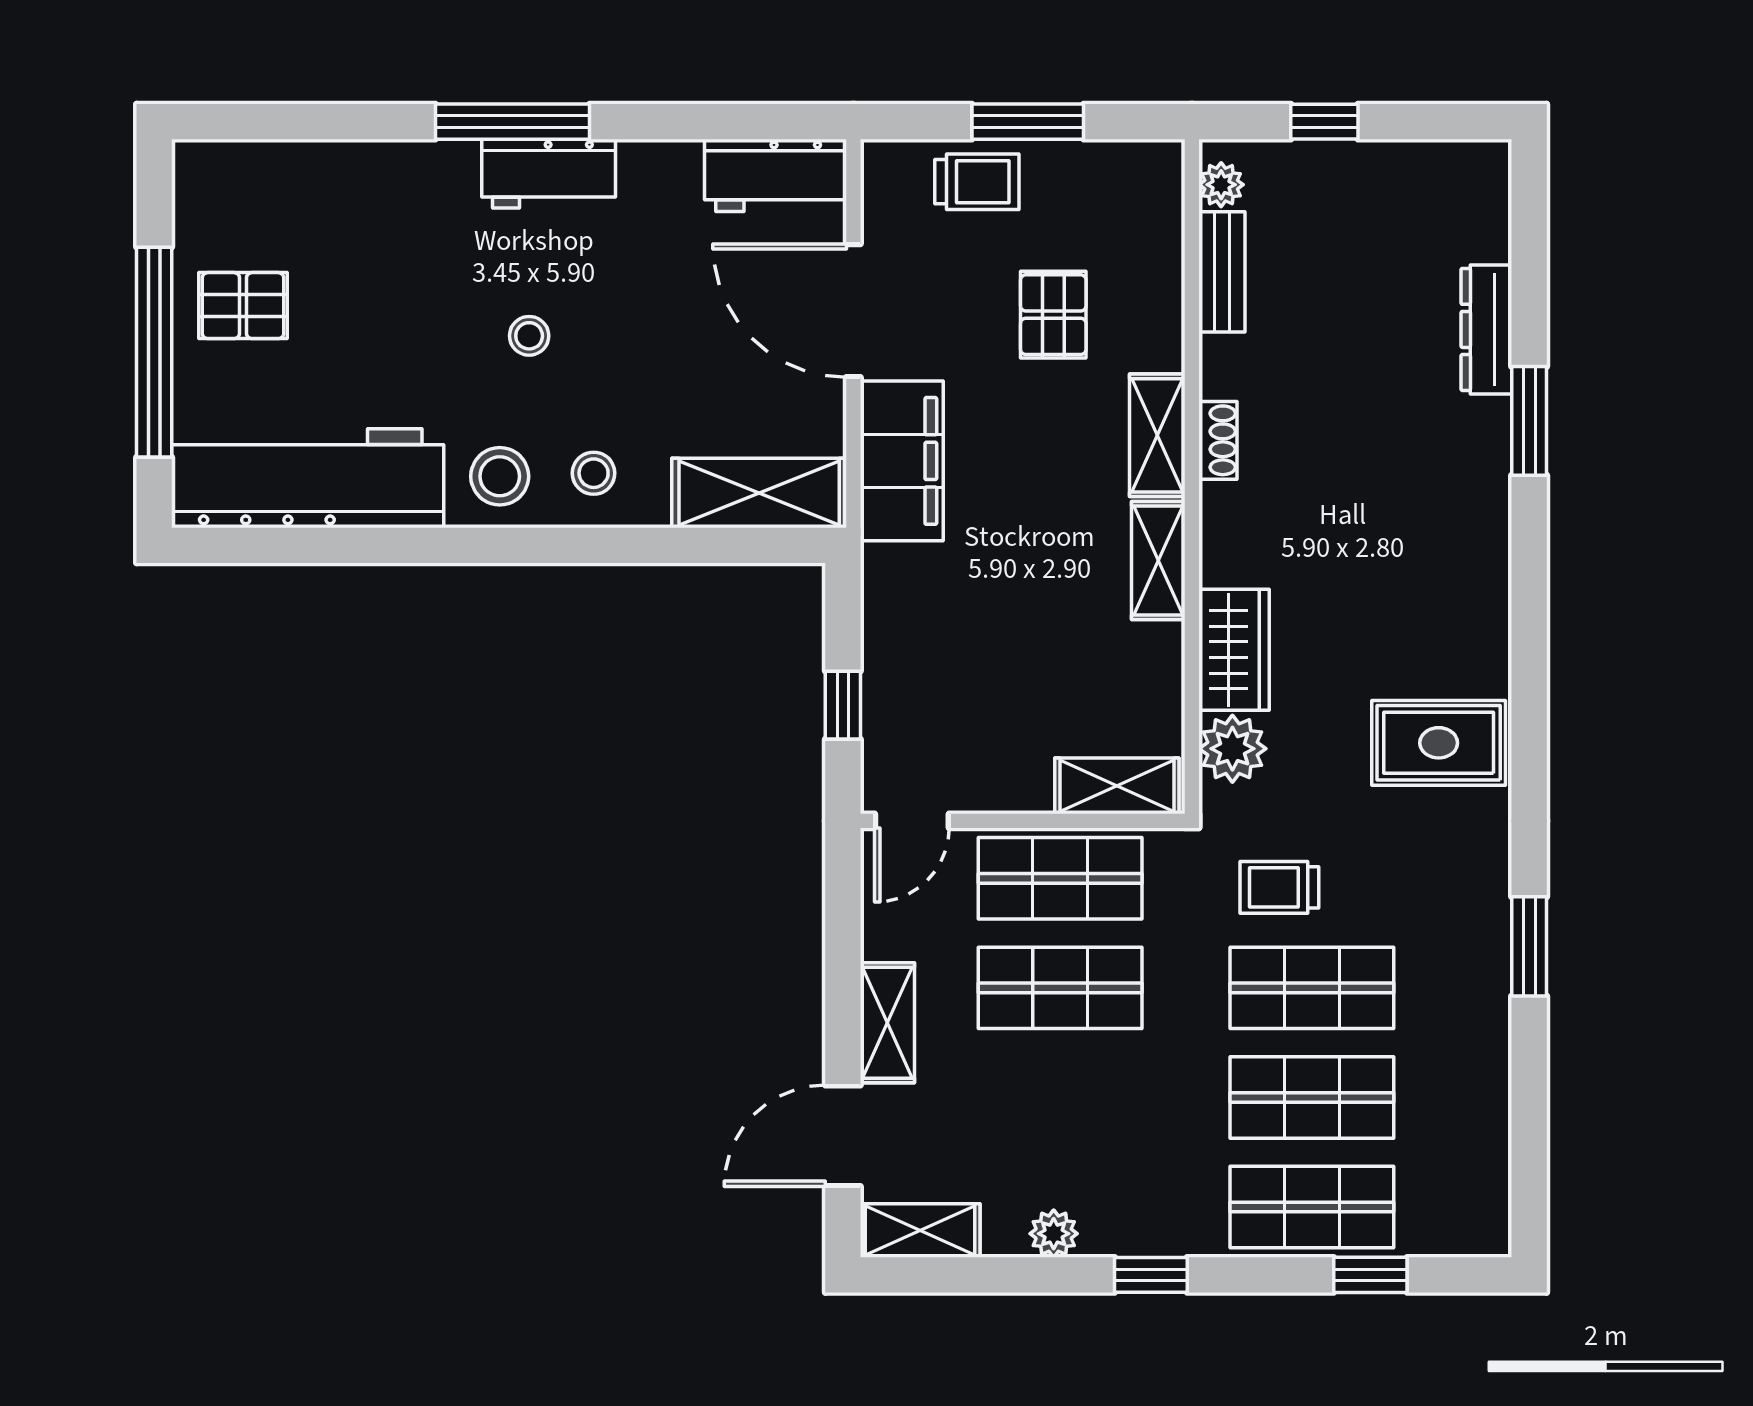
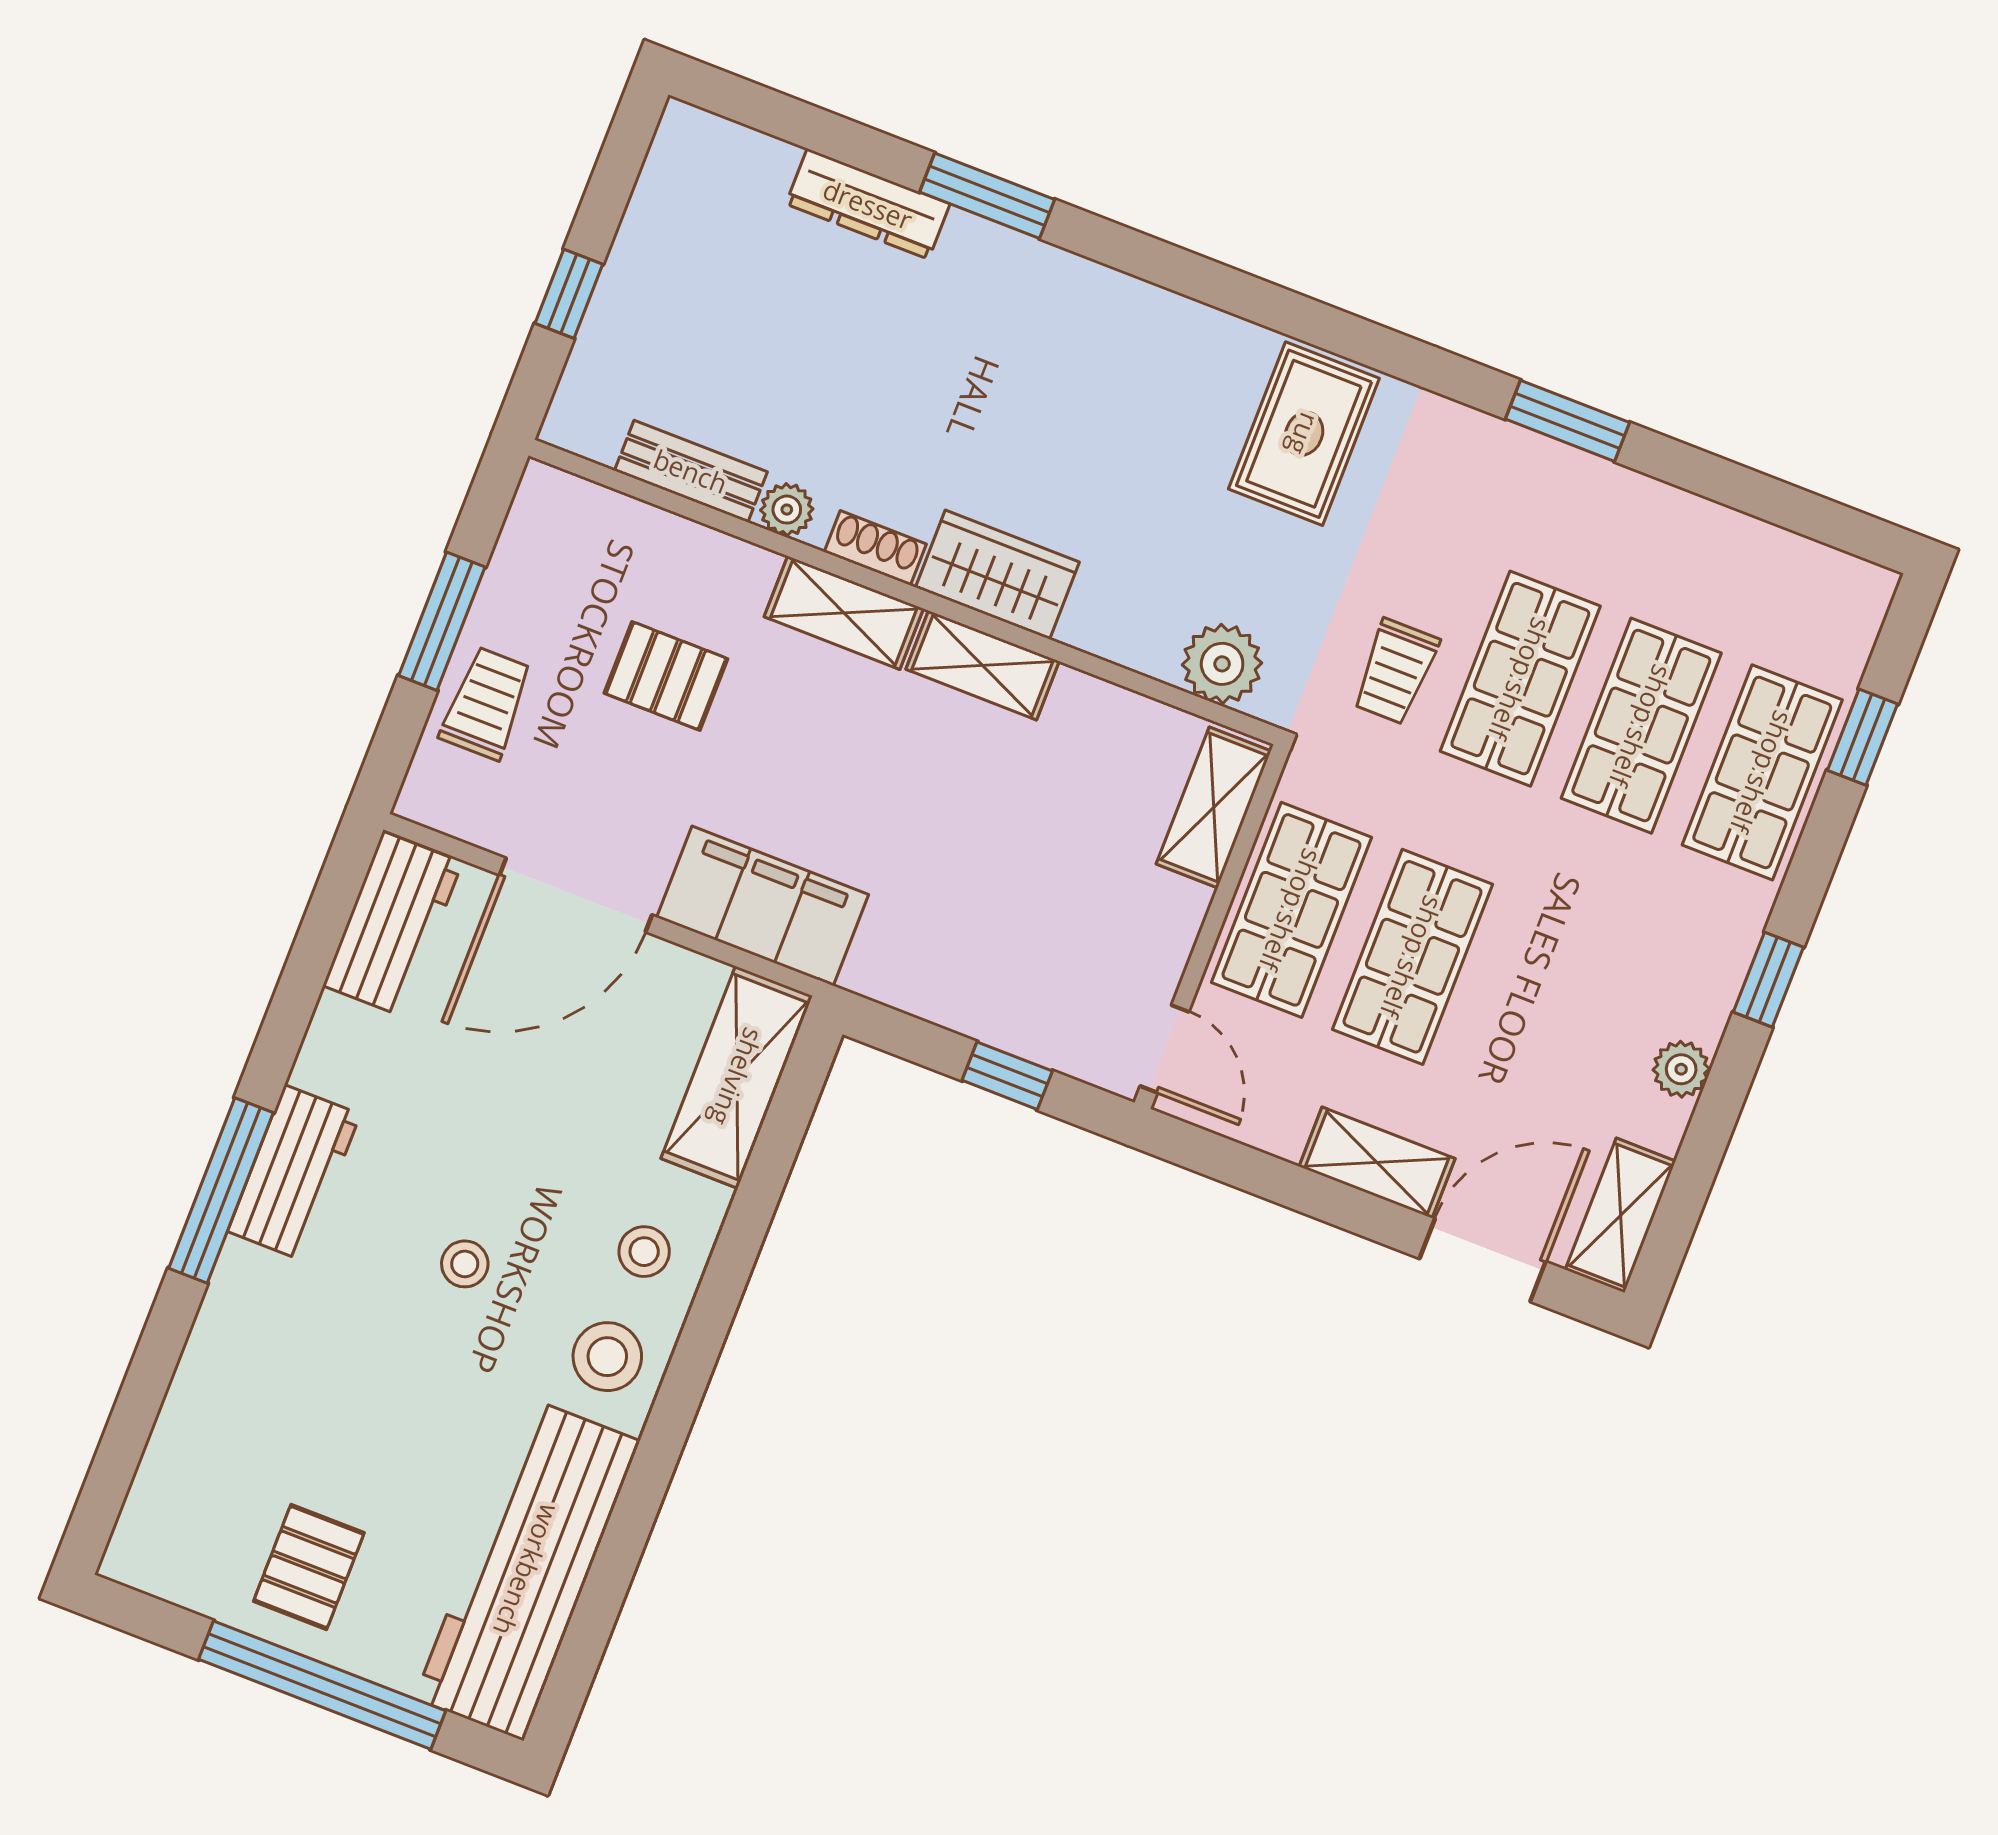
plant: (1221, 185) -> (787, 510), moved
wardrobe: (1234, 650) -> (997, 575), moved
door: (843, 1136) -> (1483, 1260), swing flipped

